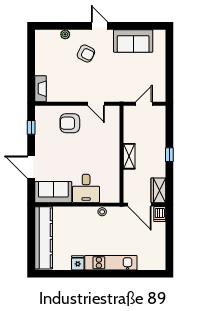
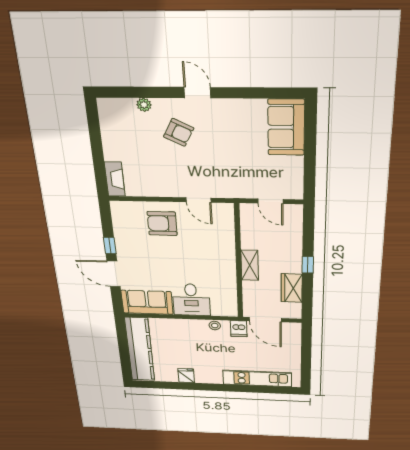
sofa: (133, 41) -> (286, 127), moved, turned 90
door: (144, 104) -> (270, 201), swing flipped
window: (31, 127) -> (110, 245), moved
wardrobe: (158, 190) -> (292, 288), moved
dishwasher: (160, 214) -> (239, 329), moved
kitchen unit: (111, 263) -> (257, 378), moved

